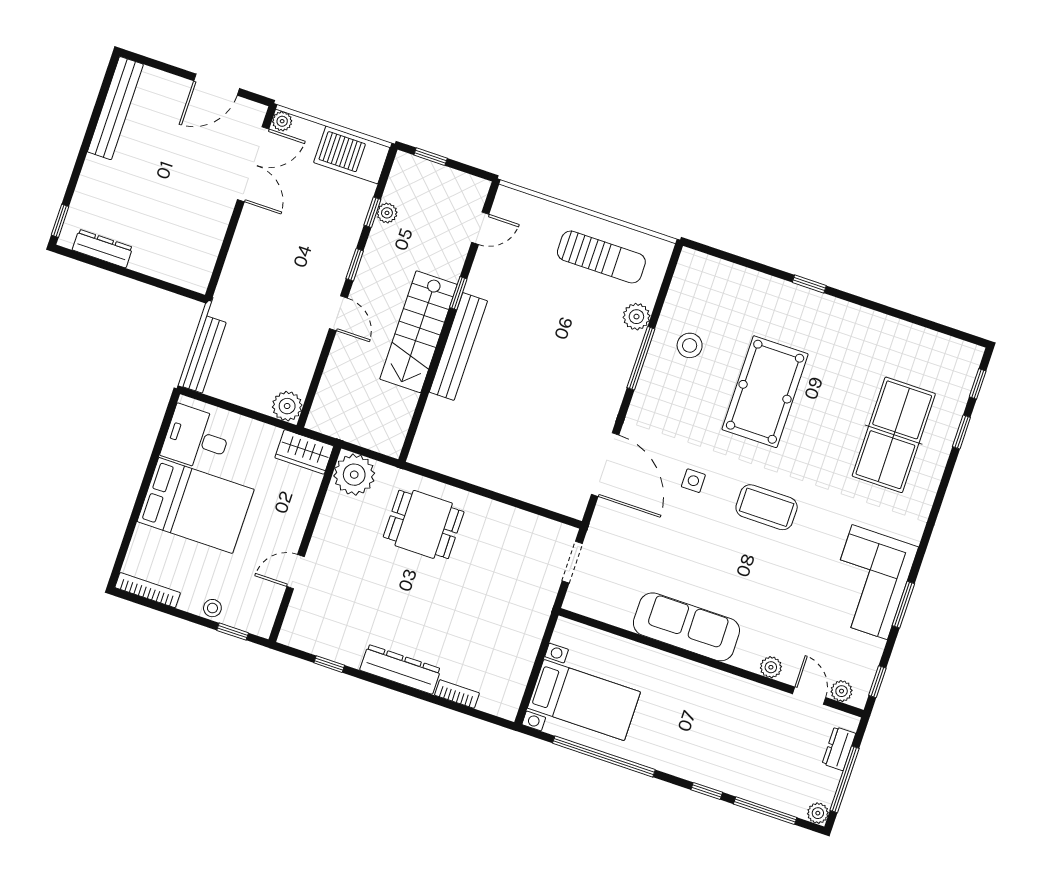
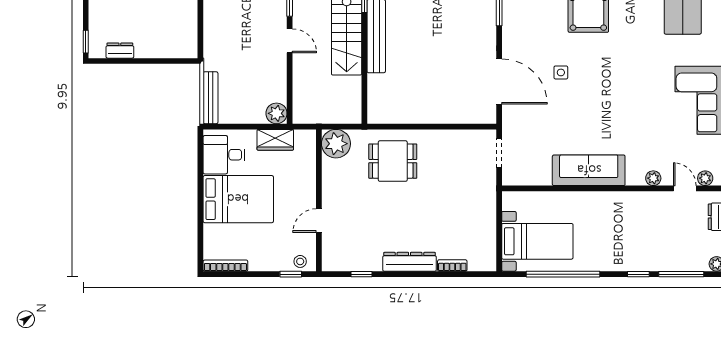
dresser: (102, 249) -> (120, 51), width x0.70
wardrobe: (304, 452) -> (275, 140), moved
coffee table: (767, 507) -> (615, 74), removed
stool: (212, 608) -> (300, 261), moved

